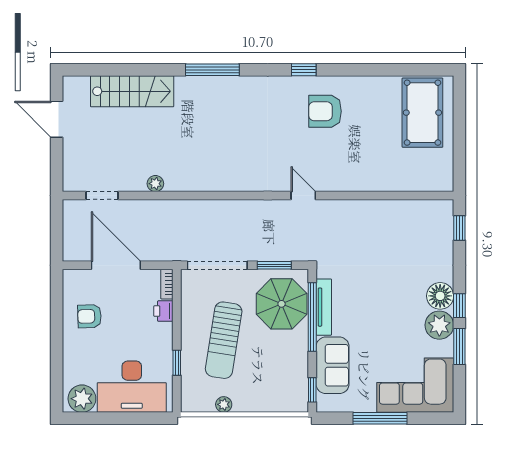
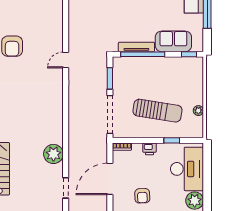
plant: (155, 184) -> (53, 154), width x1.88, depth x1.88
parasol: (282, 304) -> (134, 74), removed
printer: (163, 311) -> (150, 149), moved

